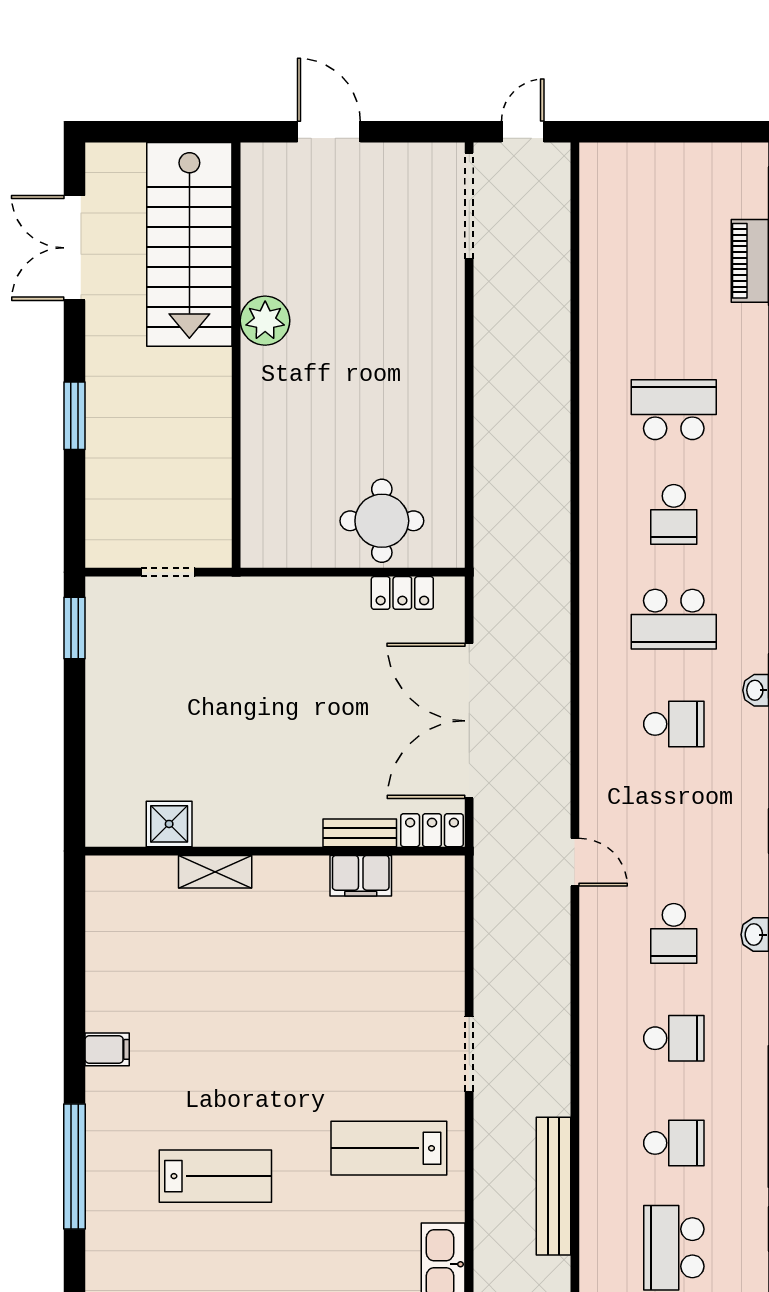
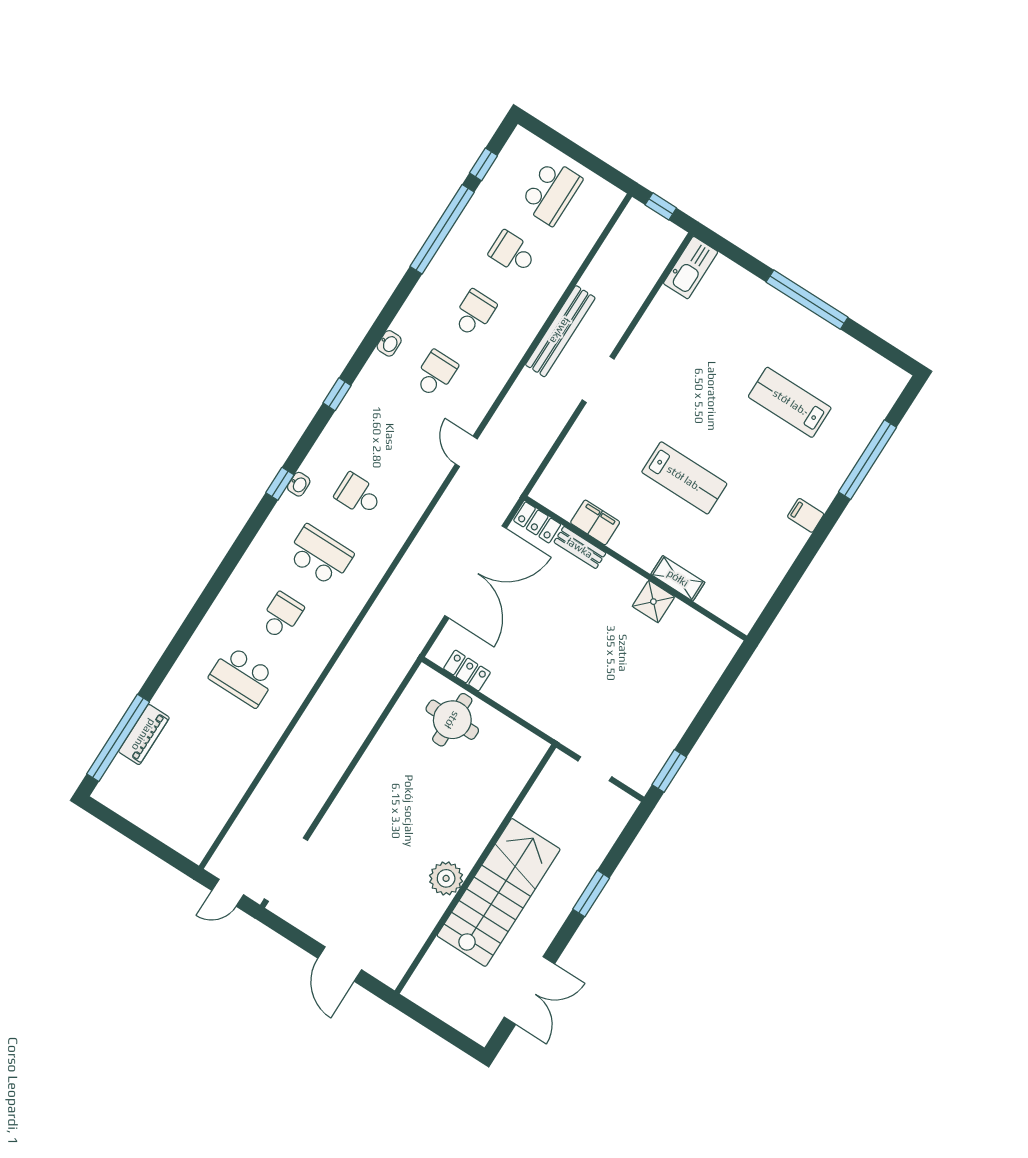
stairs: (189, 244) -> (499, 892), moved
shower: (169, 824) -> (653, 602), moved
school desk: (674, 1038) -> (474, 313), turned 90
lab bench: (389, 1148) -> (684, 478), moved
bench: (554, 1186) -> (560, 331), moved

